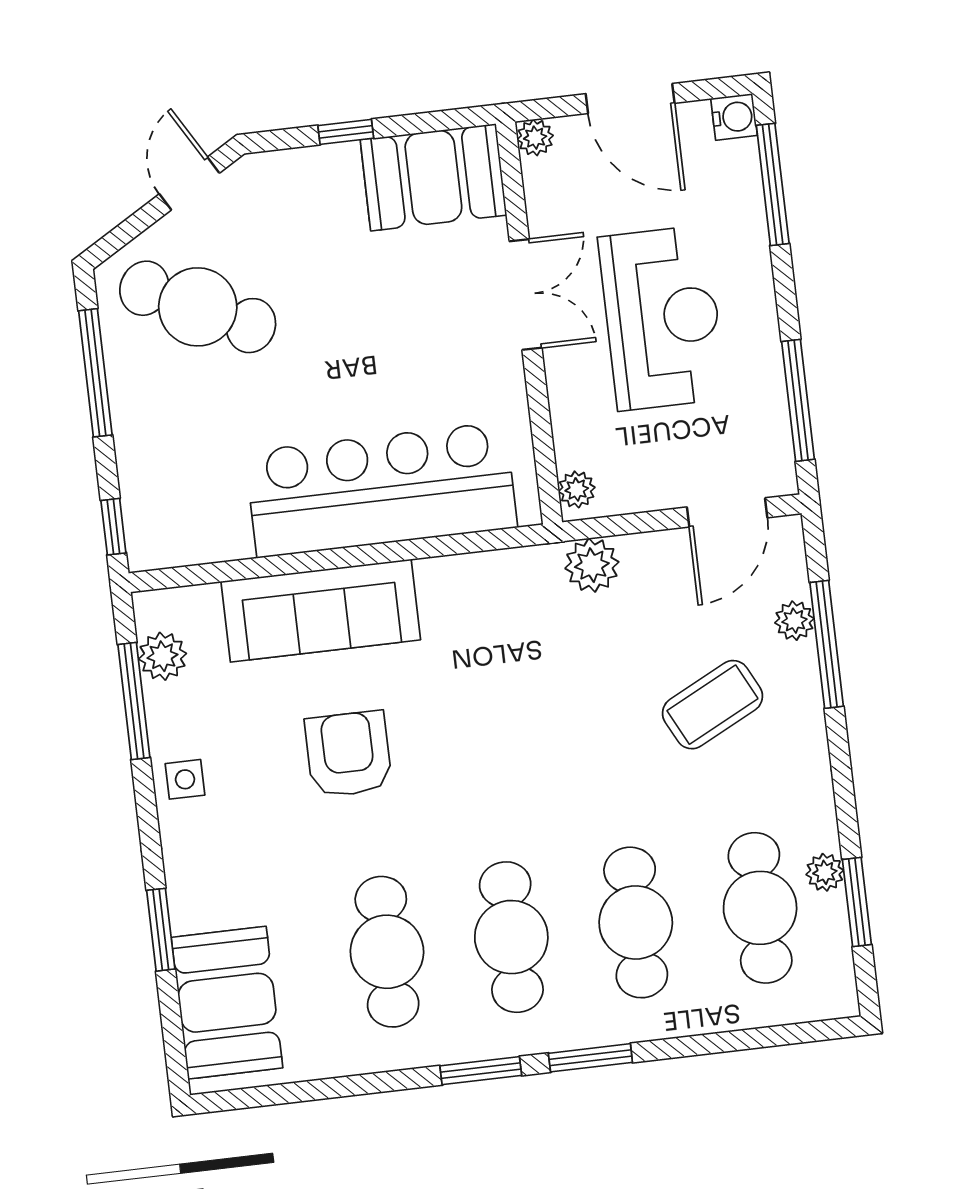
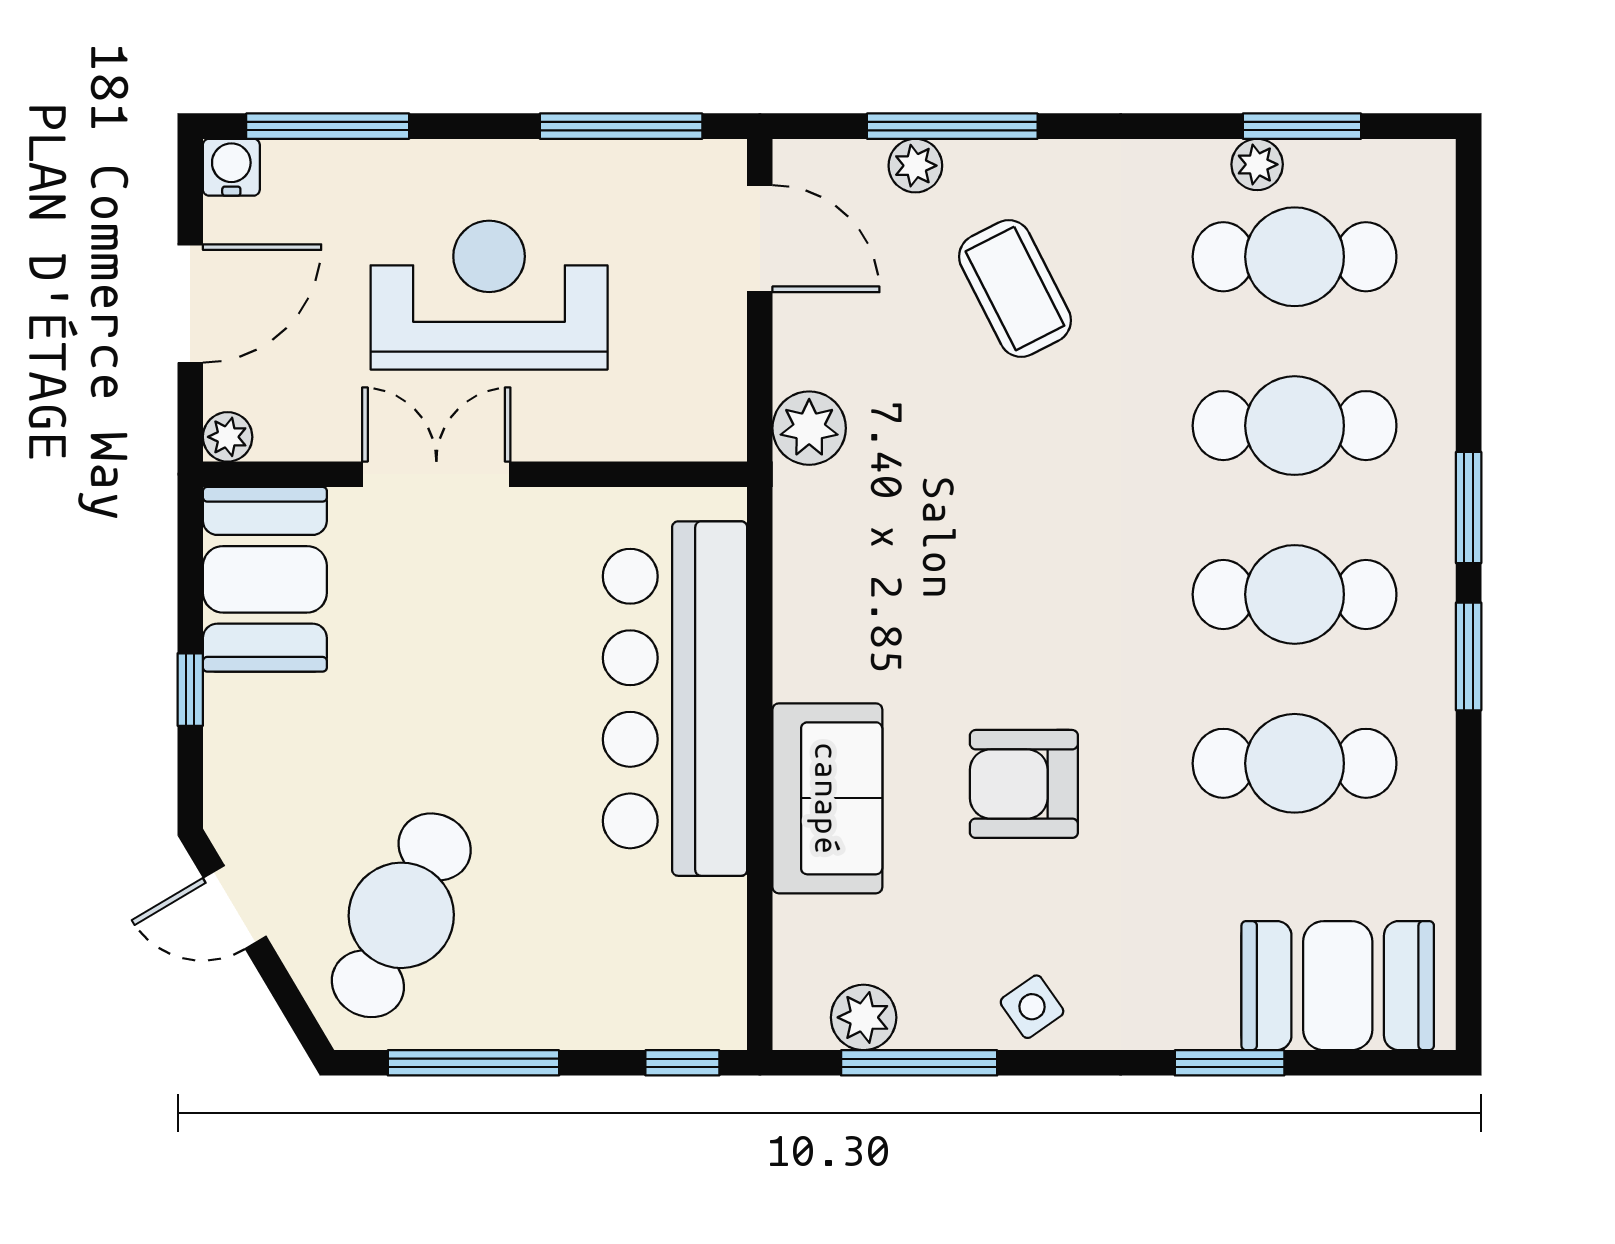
plant: (577, 489) -> (705, 437), removed
sofa: (321, 611) -> (827, 798), width x0.73
side table: (185, 779) -> (1032, 1007), turned -35

